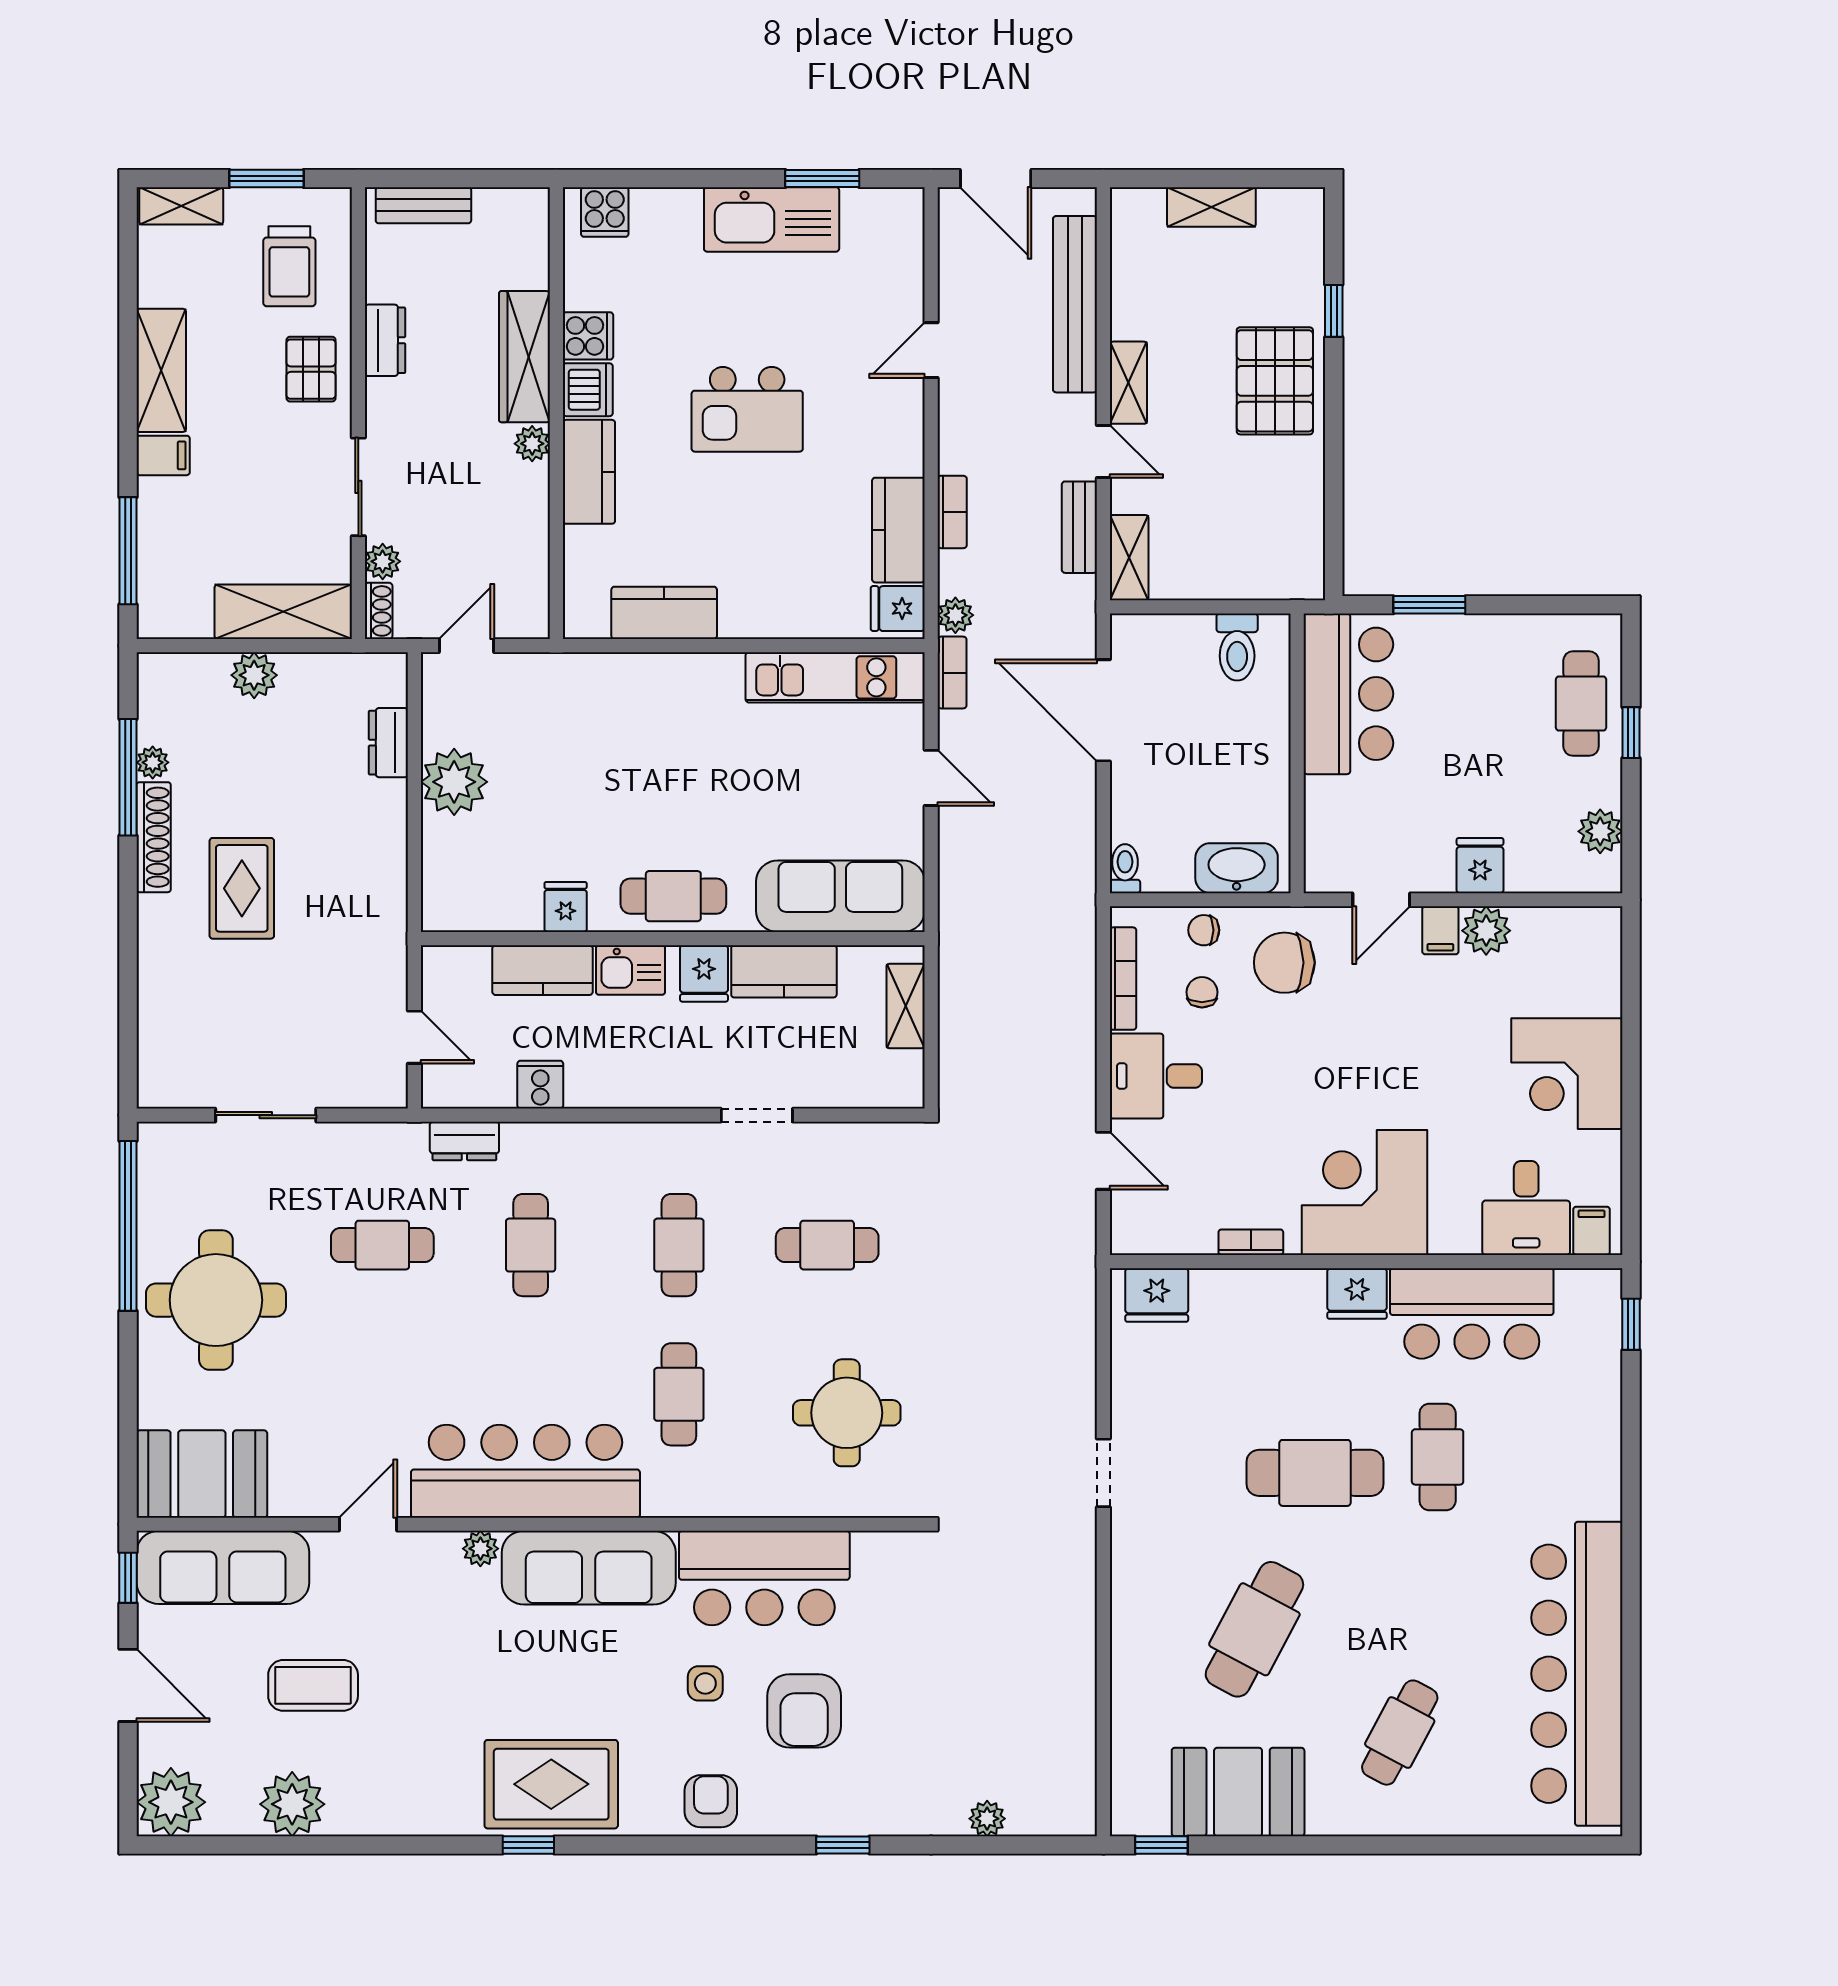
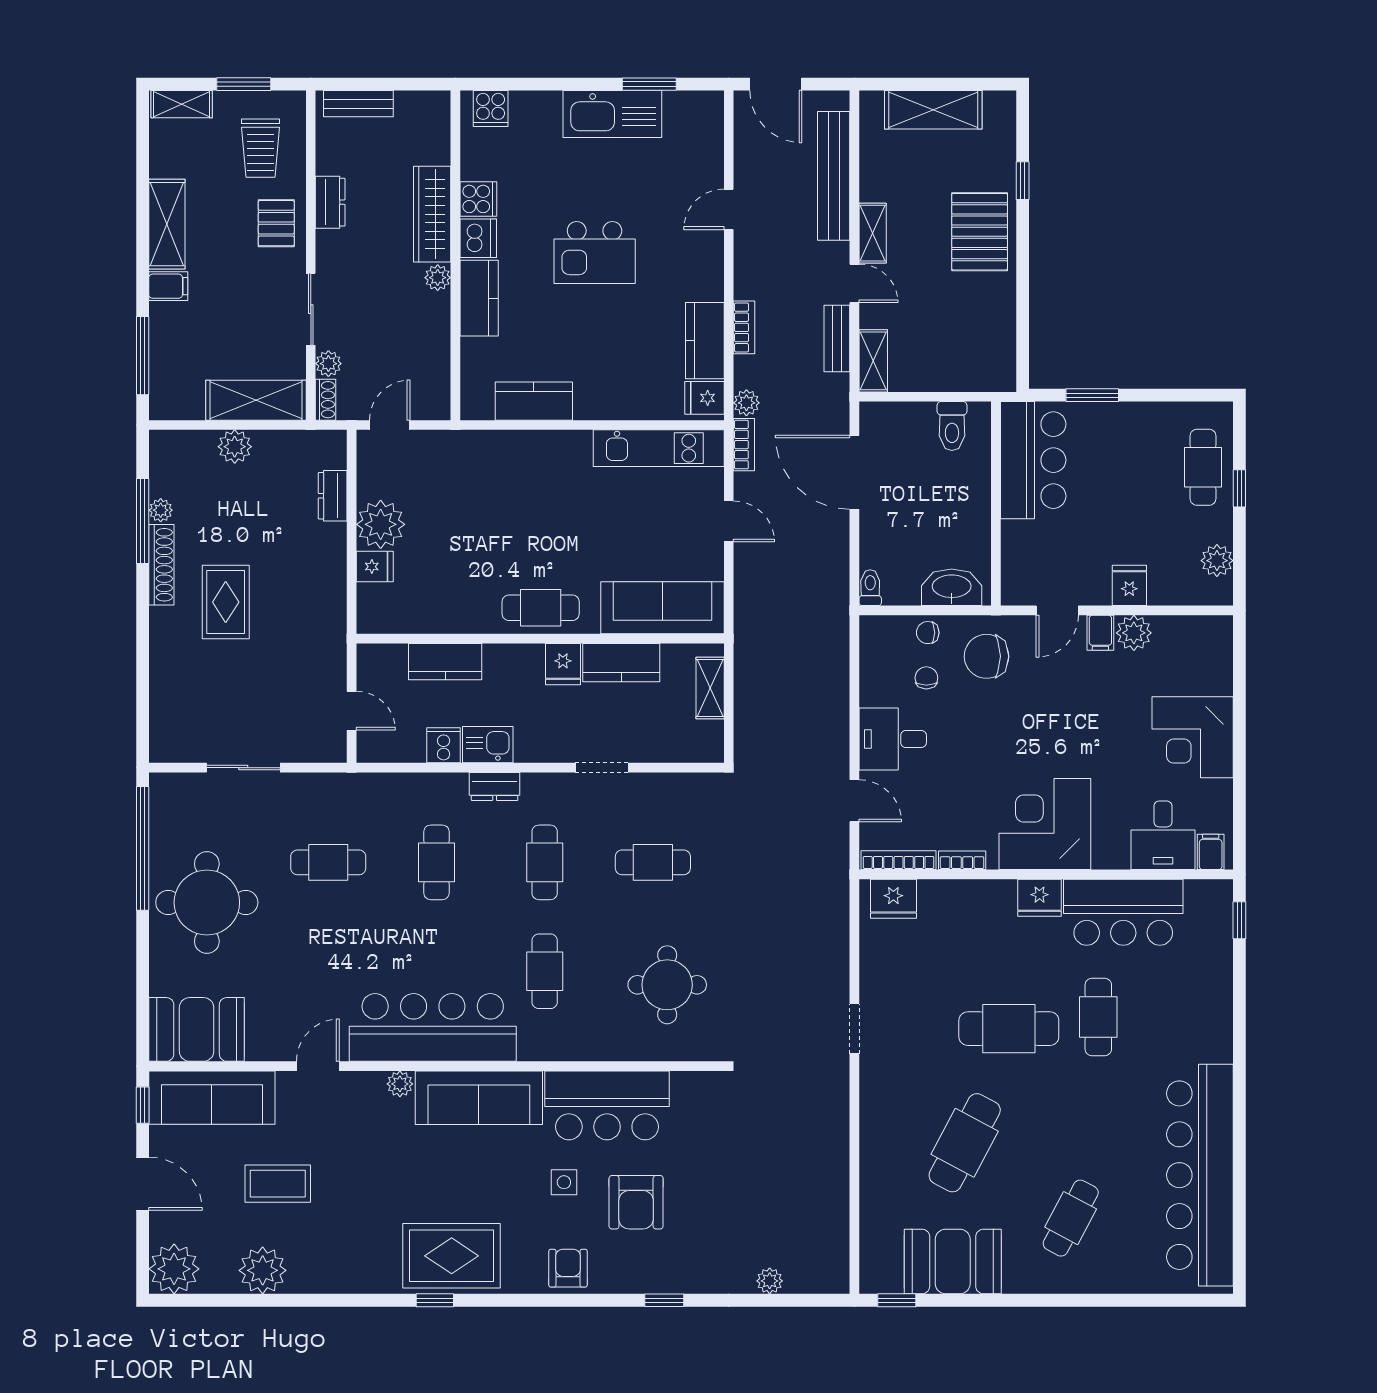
shelving: (1211, 207) -> (933, 110), width x1.50, depth x1.33
fridge: (566, 907) -> (375, 567), moved, turned 90
kitchen sink: (630, 970) -> (488, 745), moved, turned 180
bookcase: (1123, 979) -> (899, 860), moved, turned -90
dresser: (464, 1141) -> (495, 786), moved

